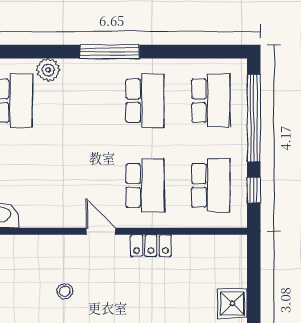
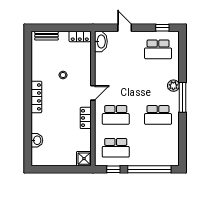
plant: (48, 70) -> (173, 86), moved
school desk: (211, 101) -> (158, 148), removed
shower: (232, 303) -> (84, 159), moved

